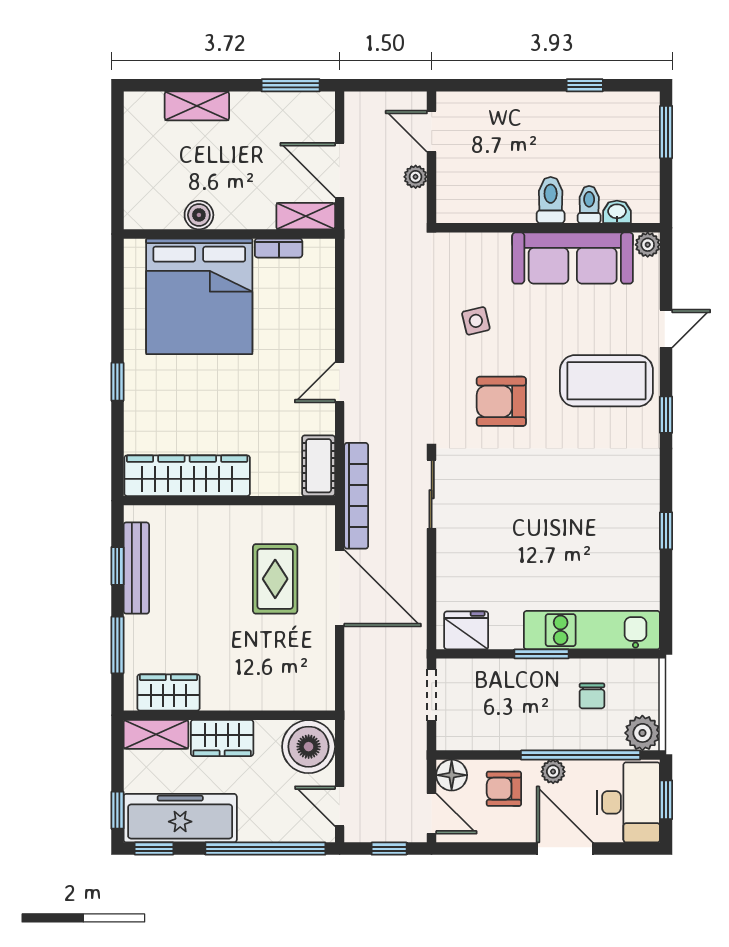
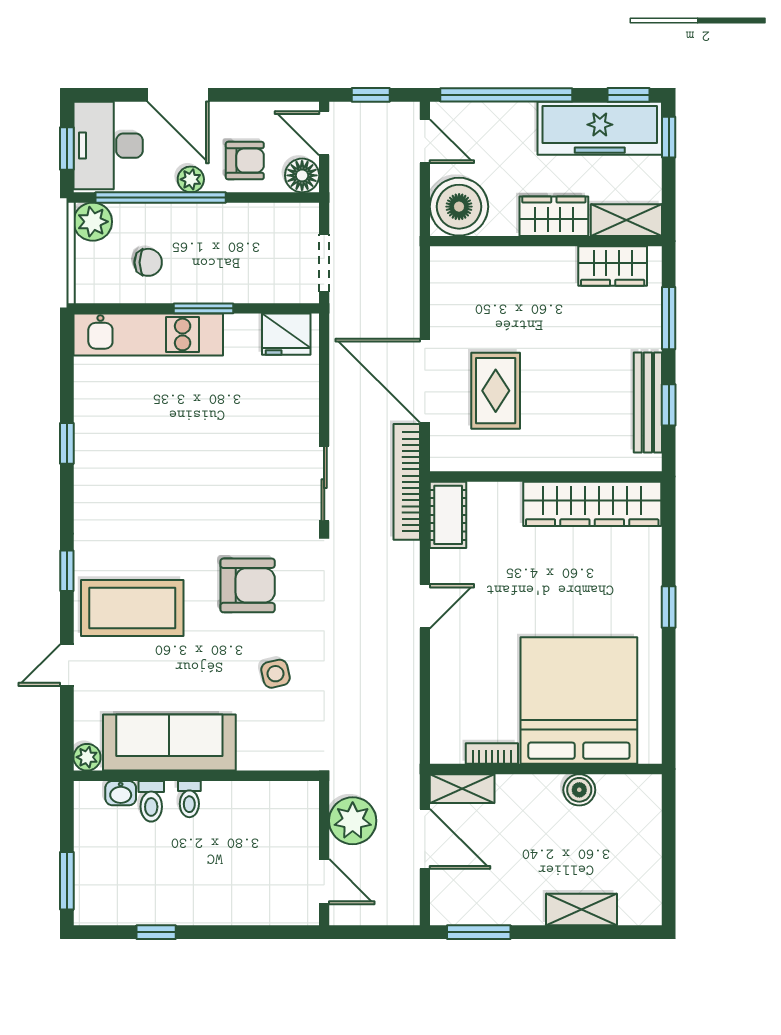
plant: (416, 177) -> (353, 821), width x1.87, depth x1.87
toilet: (551, 200) -> (189, 799), width x0.73, depth x0.72
chair: (592, 696) -> (148, 262), turned 90

